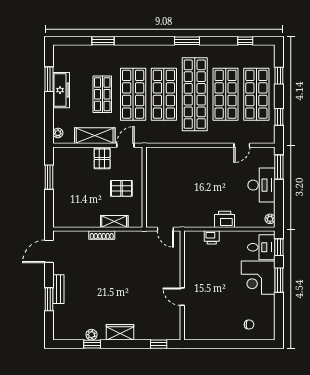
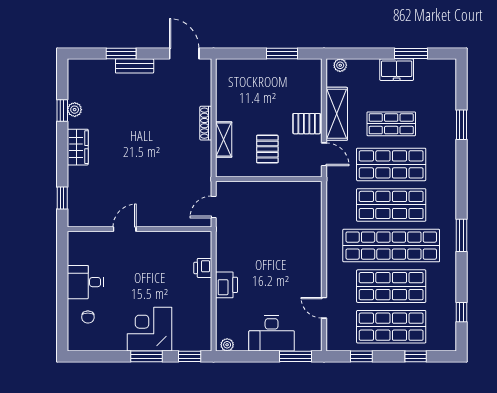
freezer: (61, 90) -> (397, 70), width x0.71
desk: (261, 247) -> (85, 282), moved, turned 90

